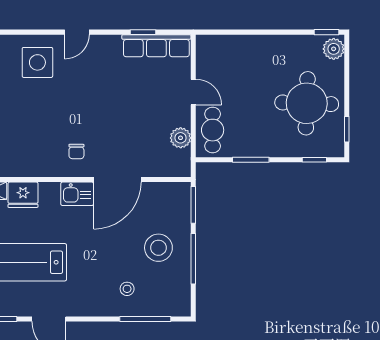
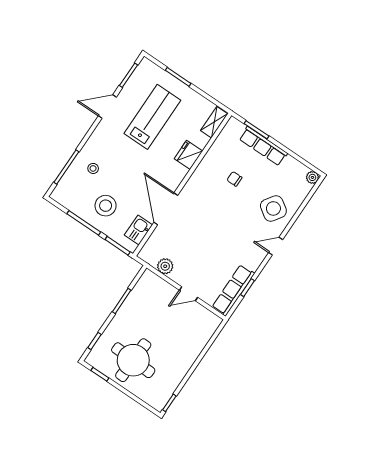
door: (77, 32) -> (276, 246), hinge flipped
plant: (334, 49) -> (156, 400), removed
side table: (37, 62) -> (273, 208), turned 34
cafe table: (213, 130) -> (156, 290), removed
chair: (76, 151) -> (234, 179), moved
kitchen sink: (77, 194) -> (138, 230), moved
fridge: (23, 195) -> (188, 155), moved

